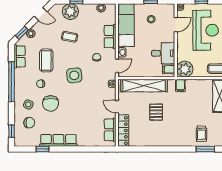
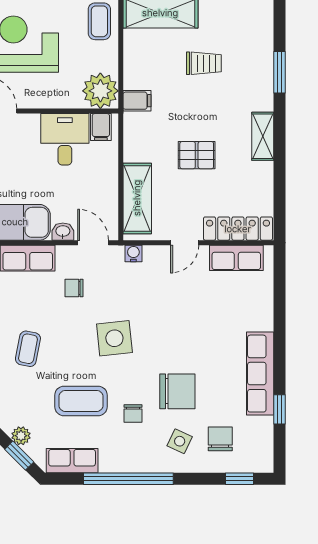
shelving: (144, 86) -> (137, 198), width x0.68
trolley: (201, 134) -> (204, 63), moved
shelving: (165, 142) -> (263, 136), added
window: (205, 149) -> (279, 72), moved

